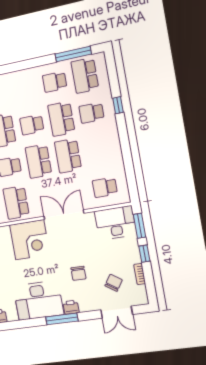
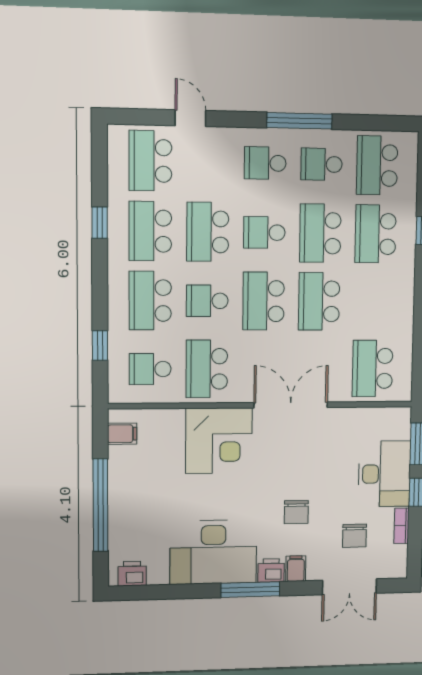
window: (73, 54) -> (299, 121), moved
school desk: (25, 88) -> (265, 163), added
school desk: (92, 113) -> (376, 234), width x1.85
school desk: (105, 187) -> (373, 368), width x1.85
desk: (115, 223) -> (384, 474), moved, turned 90
chair: (114, 283) -> (354, 536), turned 146
filing cabinet: (84, 305) -> (296, 569), added

